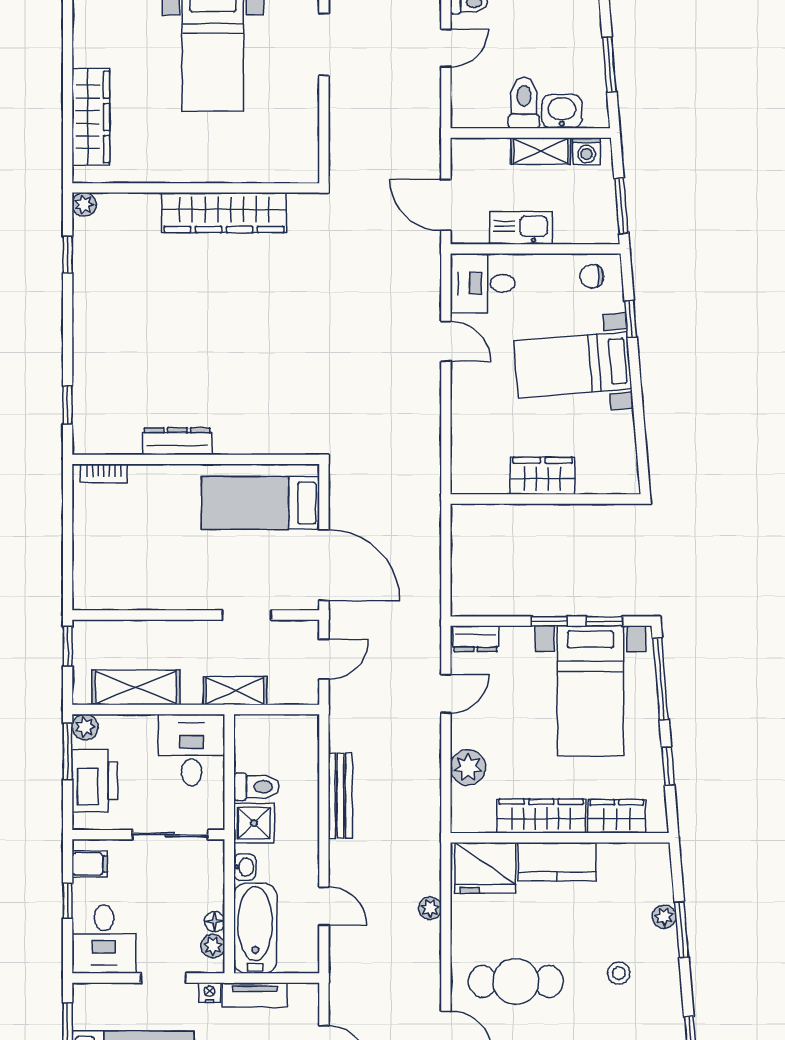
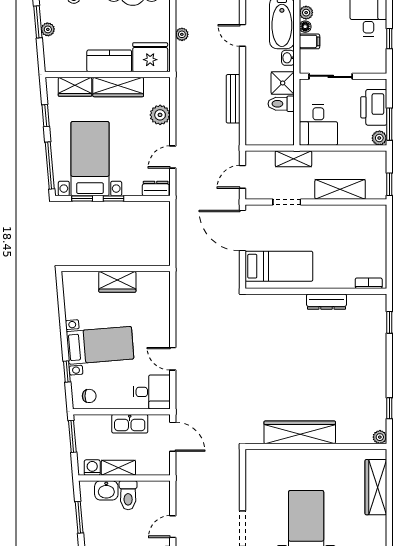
shelving: (136, 687) -> (340, 189), moved
filing cabinet: (90, 864) -> (309, 41), moved, turned 180

